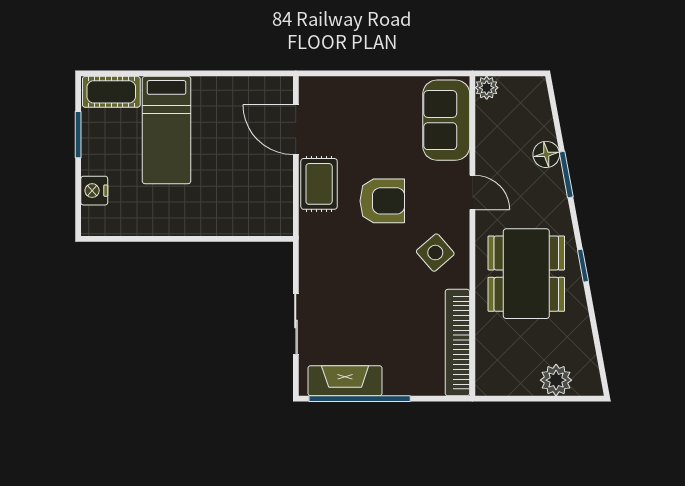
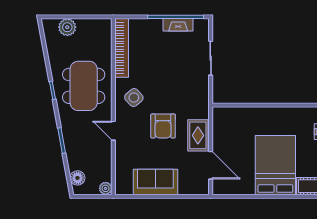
sofa: (446, 120) -> (155, 182), moved, turned -90
bed: (167, 130) -> (275, 165), width x1.50
floor lamp: (546, 154) -> (77, 178), moved
armchair: (382, 201) -> (163, 126), turned -90
fireplace: (345, 381) -> (178, 25), width x0.73, depth x0.76

